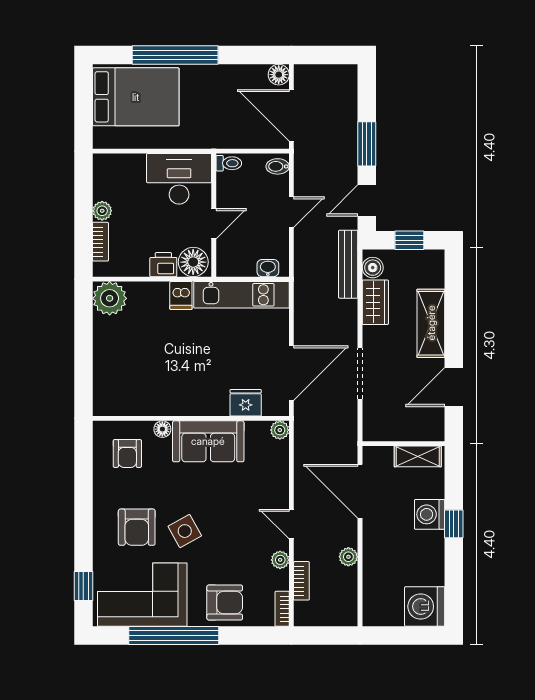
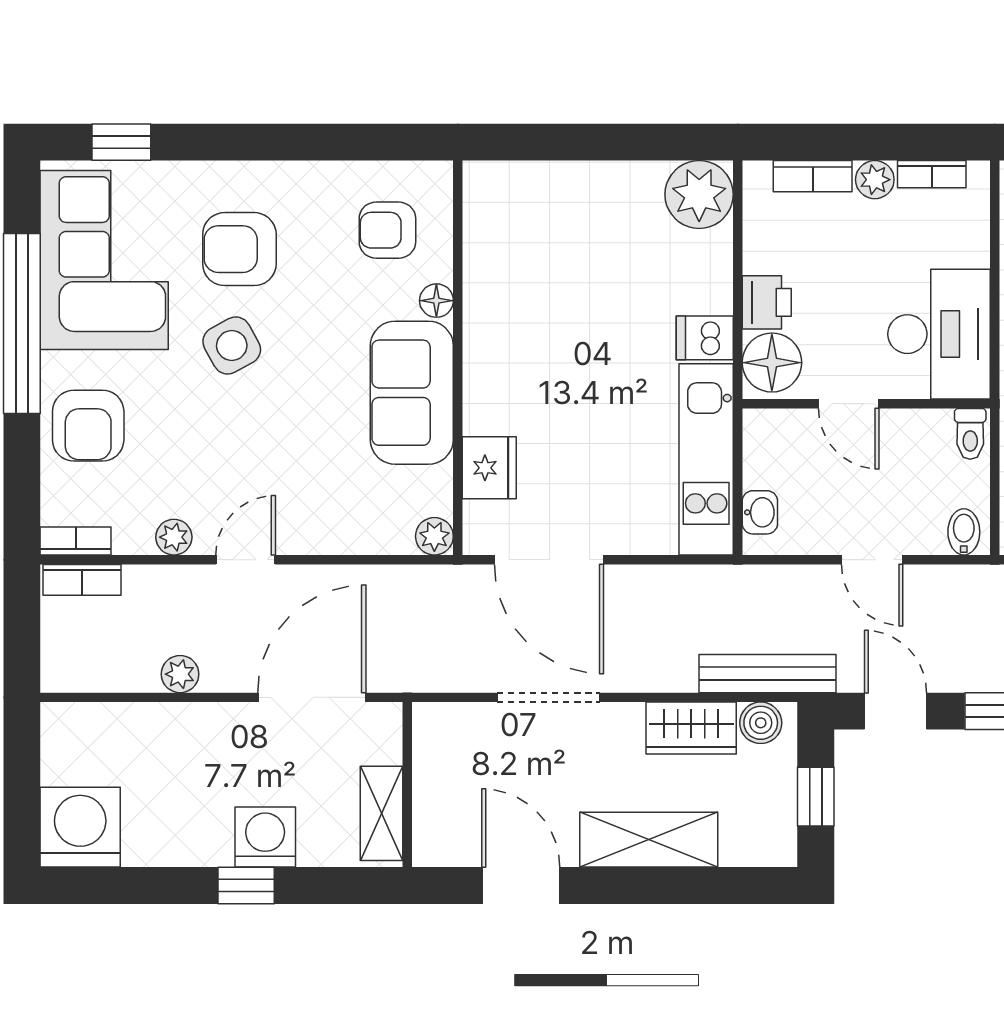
bookcase: (99, 182) -> (932, 174), added
bookcase: (301, 581) -> (82, 580), moved

